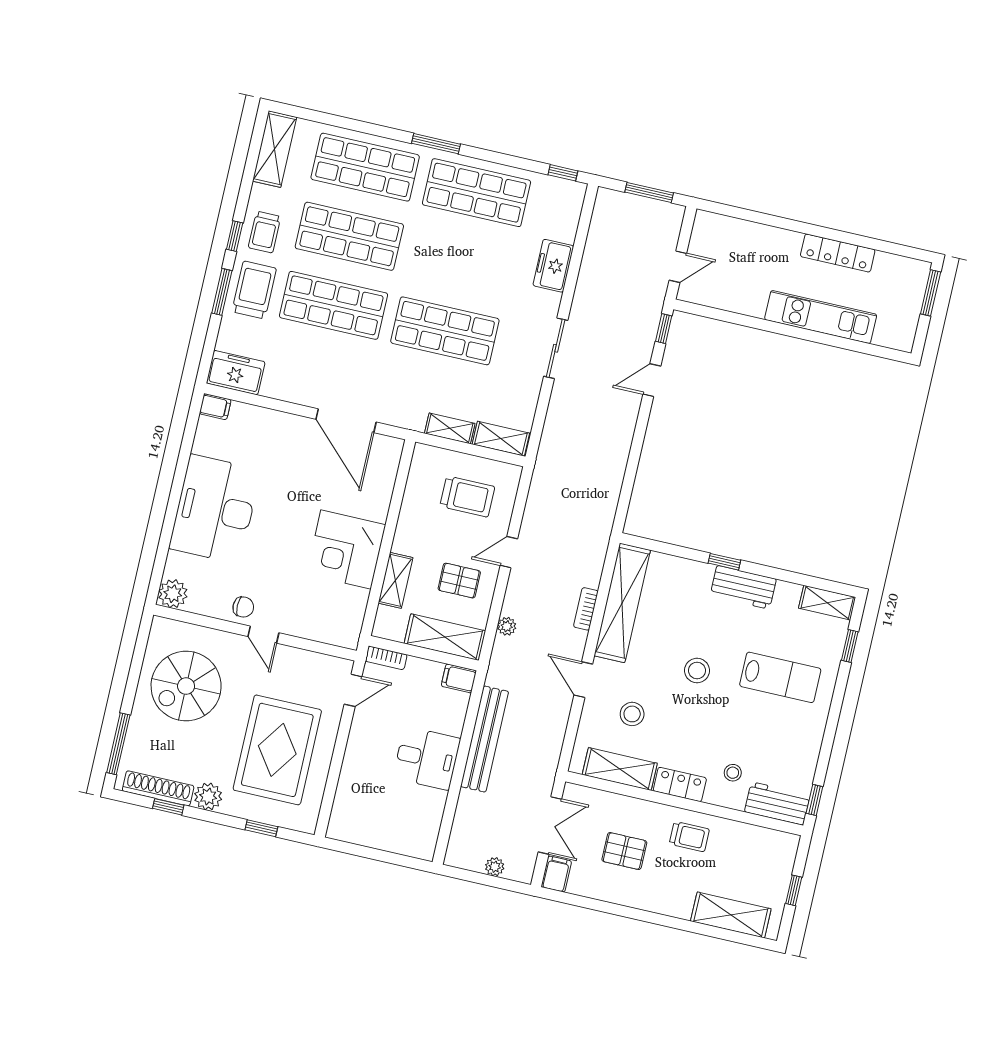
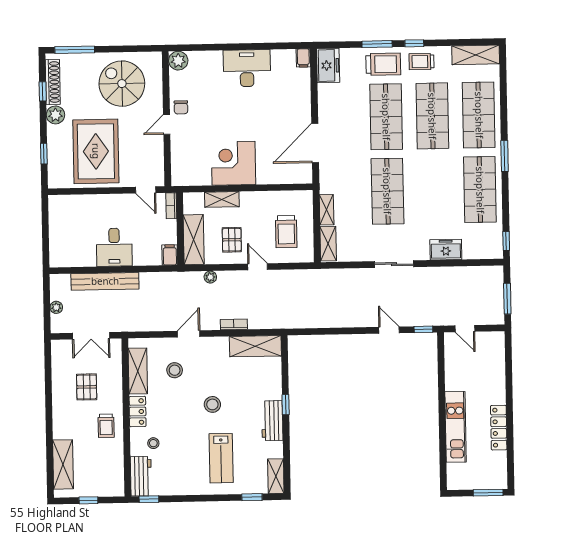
desk: (215, 509) -> (247, 68), width x0.73, depth x0.77
shelving: (622, 603) -> (255, 346), width x0.68
bench: (485, 739) -> (105, 281), moved
rug: (277, 750) -> (96, 151), turned 90
filing cabinet: (556, 874) -> (61, 348), removed

